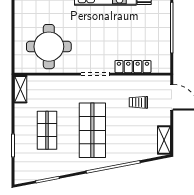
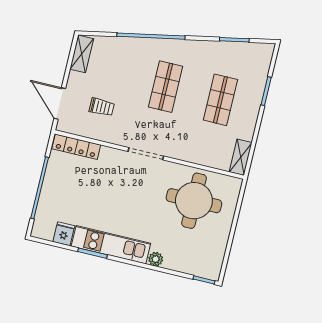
locker: (133, 67) -> (76, 147), moved
shop shelf: (92, 130) -> (166, 87), width x0.70, depth x0.74

